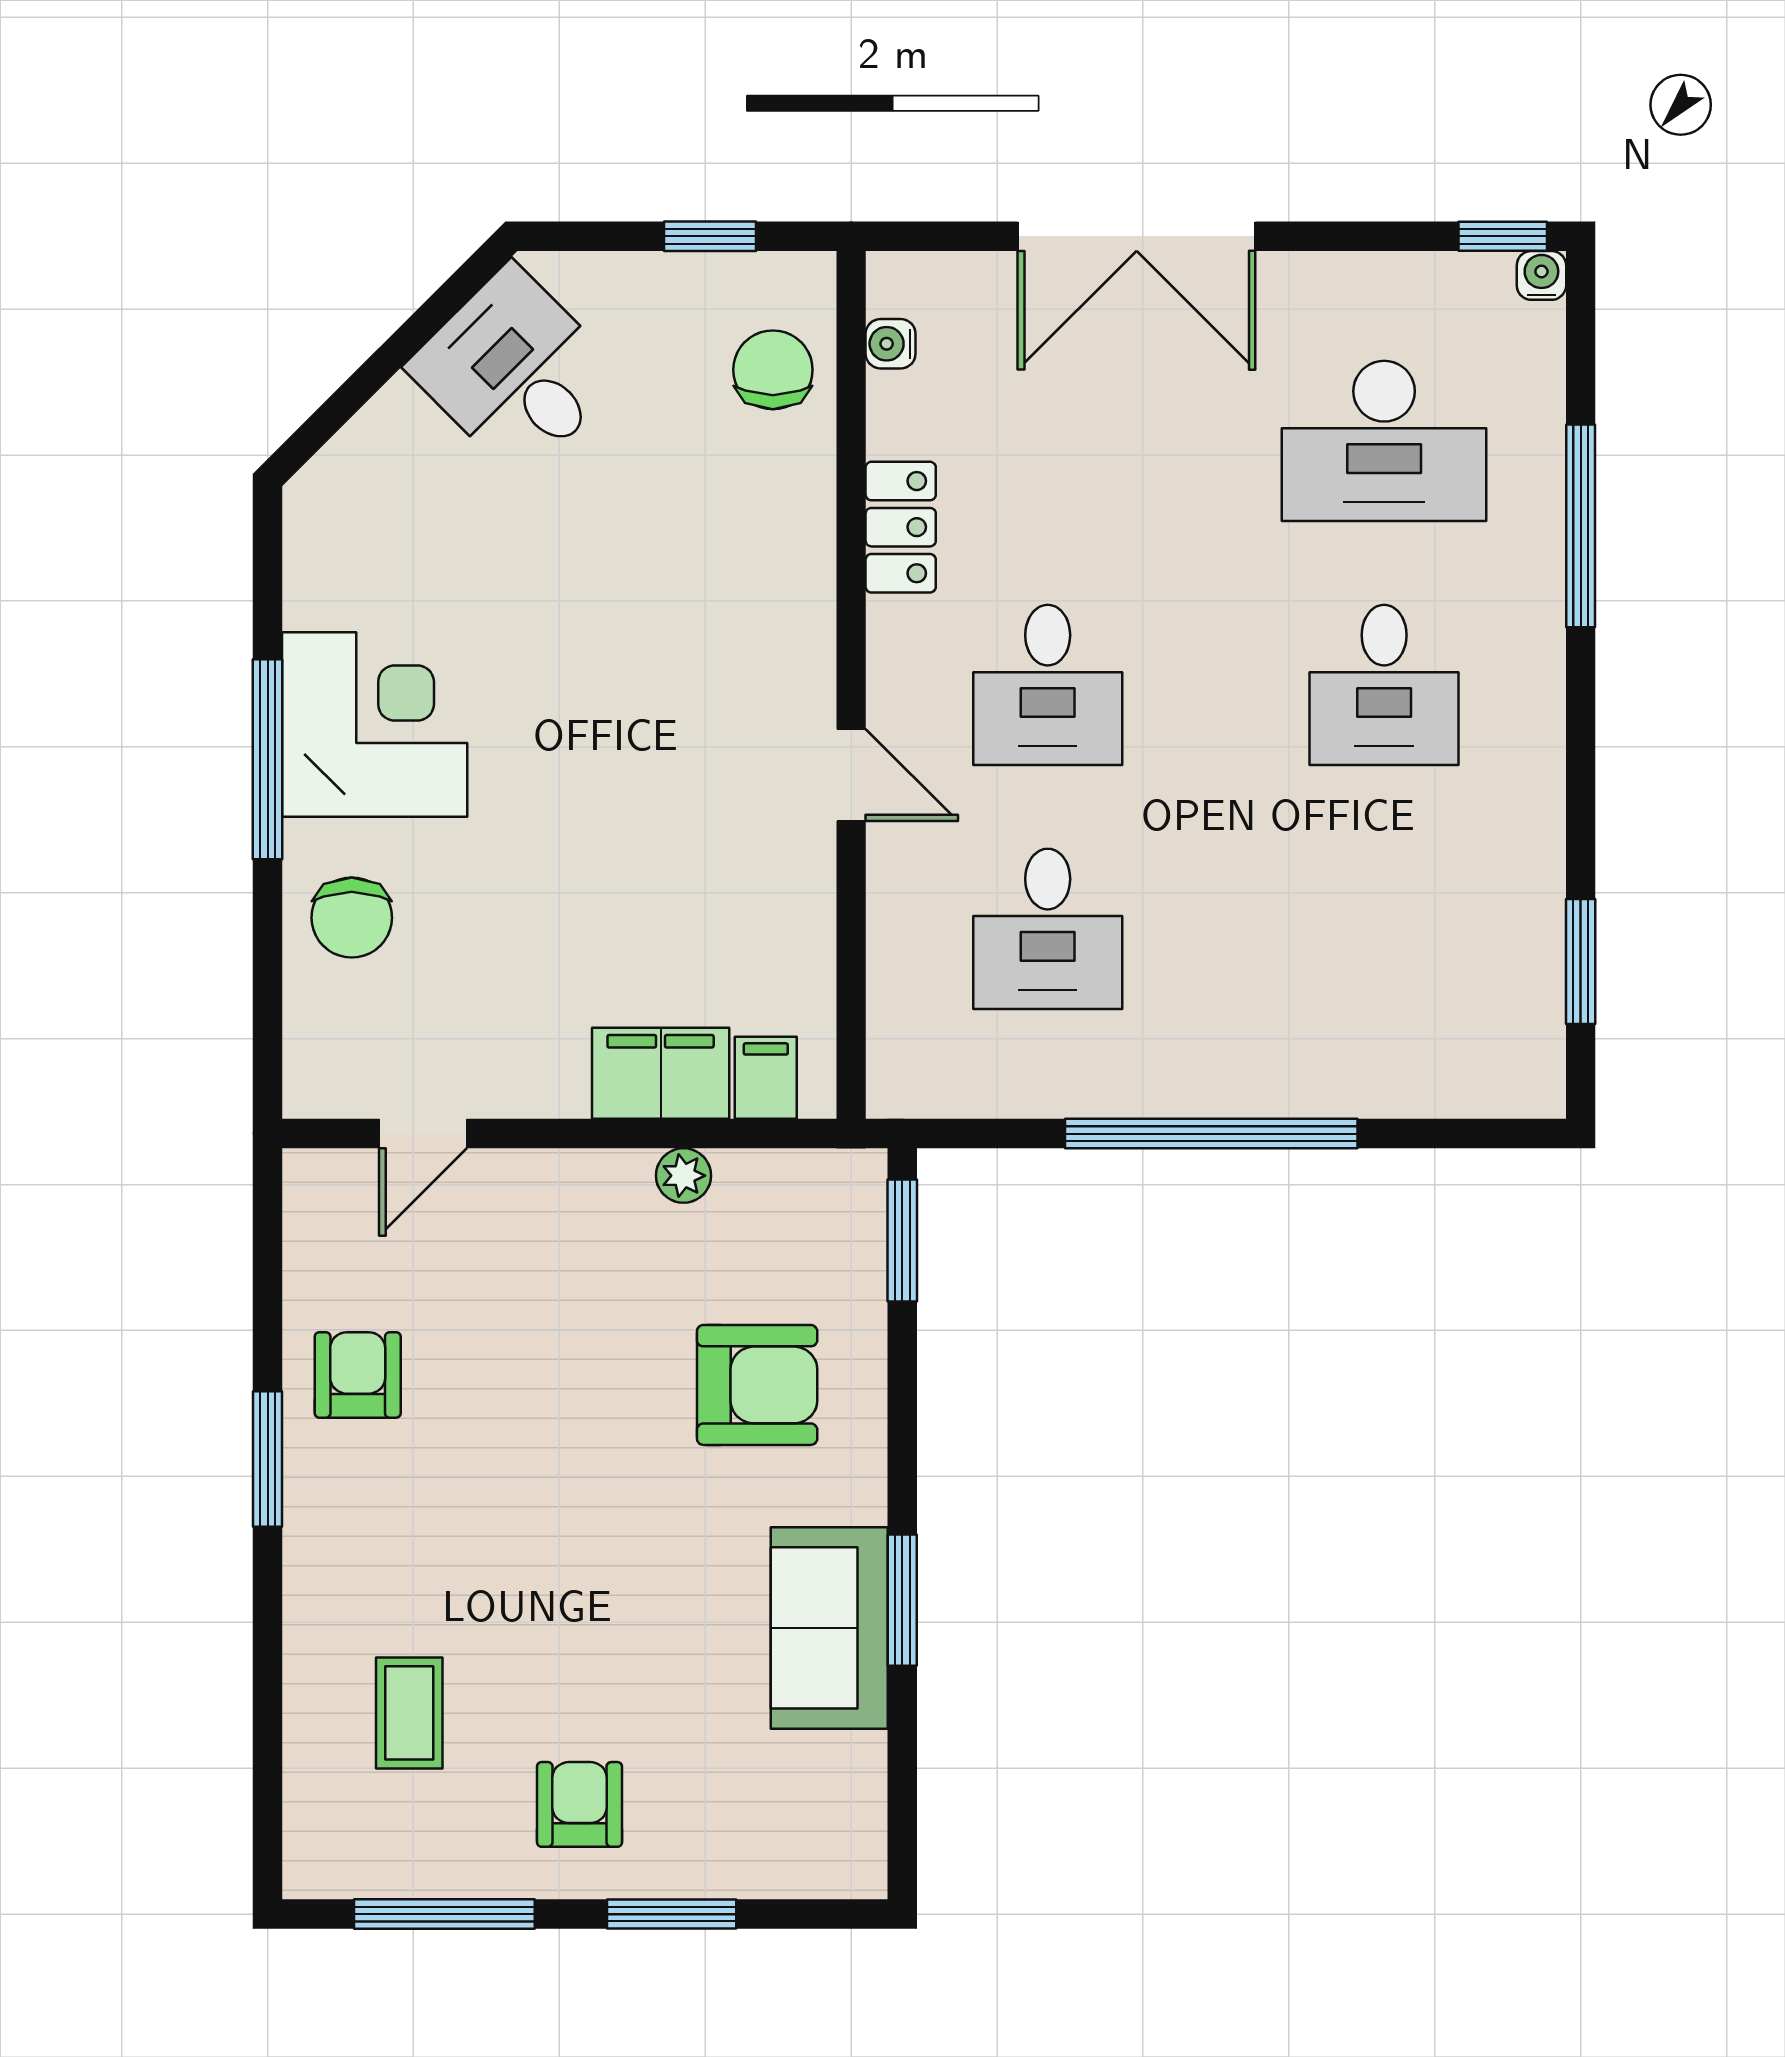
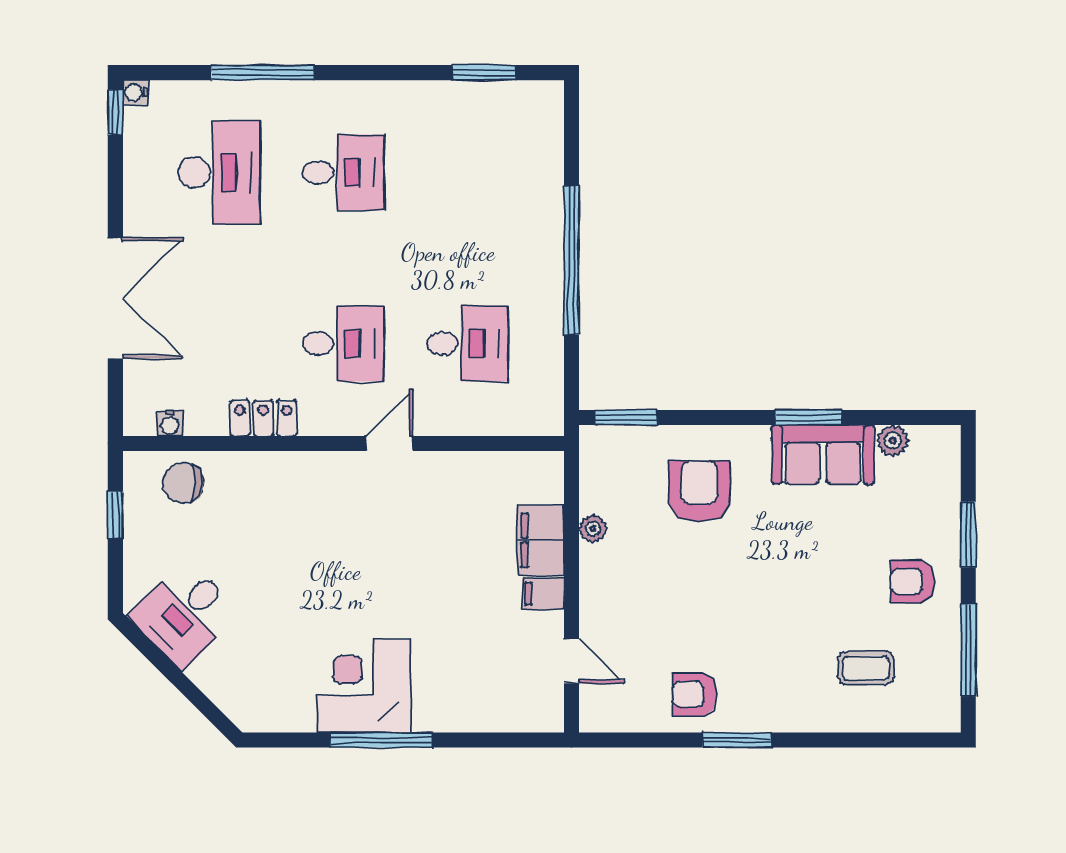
chair: (352, 918) -> (462, 697), removed
filing cabinet: (766, 1078) -> (543, 594), moved
plant: (857, 1765) -> (893, 441), added

